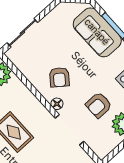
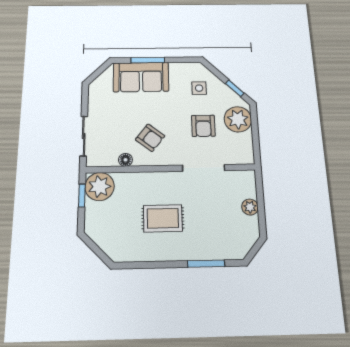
floor lamp: (57, 104) -> (125, 160), moved

